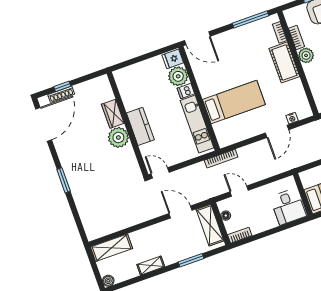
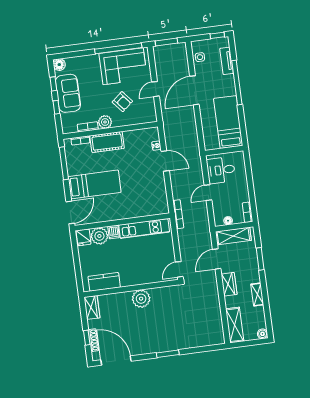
bed: (234, 102) -> (95, 184), moved, turned 90
wardrobe: (113, 114) -> (92, 308), moved, turned -90
kitchen counter: (140, 126) -> (104, 282), moved
door: (239, 191) -> (208, 193), moved
desk: (288, 207) -> (221, 170), moved, turned 180
wardrobe: (155, 232) -> (229, 284), added

